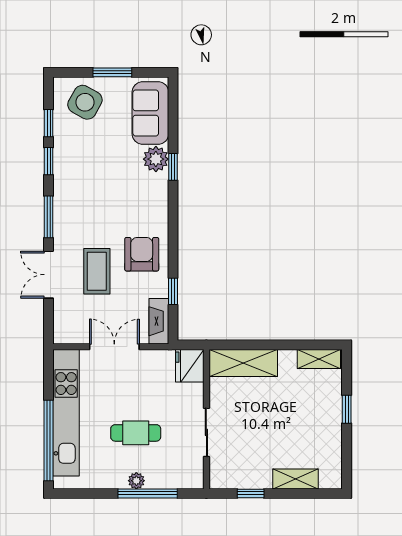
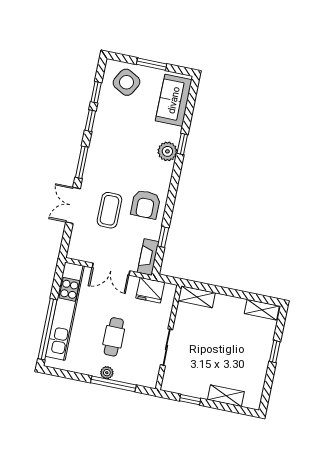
plant: (156, 159) -> (167, 151), moved
armchair: (142, 254) -> (146, 204), turned 180
double door: (114, 347) -> (111, 269), swing flipped
shelving: (243, 363) -> (197, 297), width x0.67, depth x0.75
fridge: (190, 366) -> (150, 290), moved, turned -90
cafe table: (136, 433) -> (114, 337), turned 90

